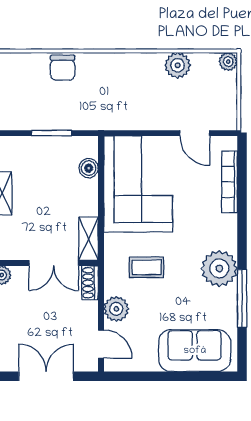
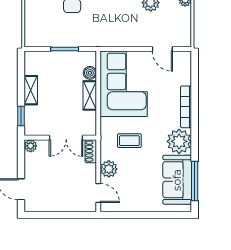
bookcase: (230, 182) -> (186, 107), moved
shelving: (88, 239) -> (90, 95), moved
window: (242, 298) -> (195, 181), moved
sofa: (195, 351) -> (177, 180), moved, turned -90
double door: (46, 376) -> (61, 215), removed

